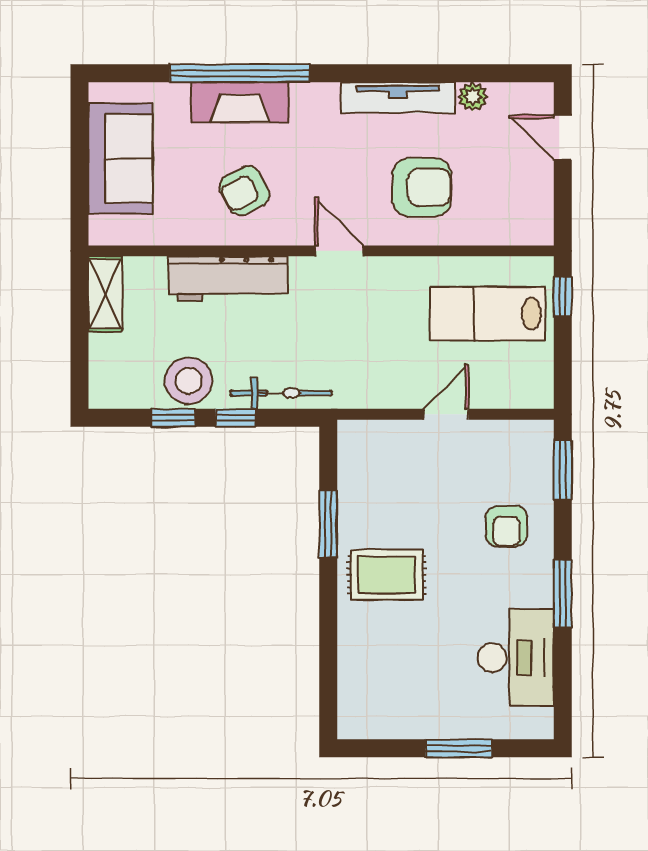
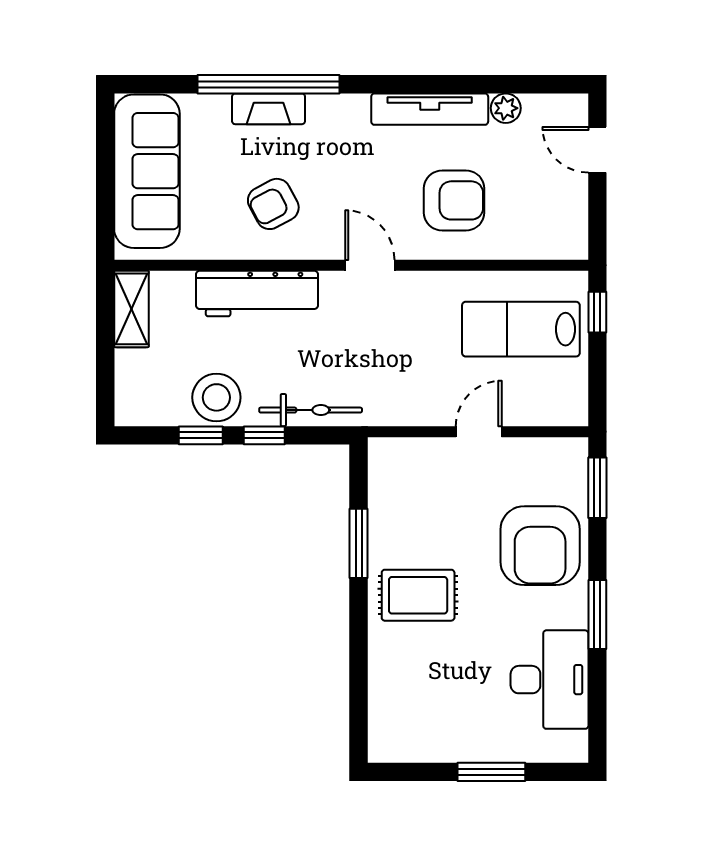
fireplace: (240, 102) -> (269, 109), width x0.73, depth x0.76
sofa: (120, 158) -> (147, 171), width x1.36
armchair: (506, 526) -> (540, 546), width x1.88, depth x1.88

